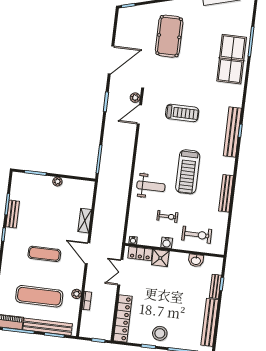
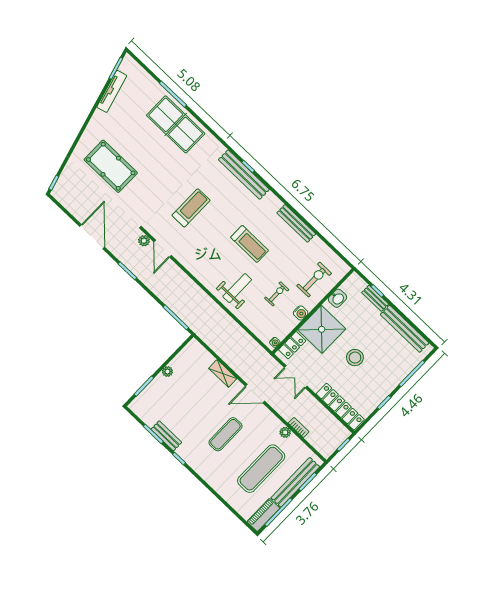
treadmill: (188, 172) -> (250, 244), width x0.73, depth x0.73
shower: (160, 258) -> (322, 329), width x1.86, depth x1.86
stool: (160, 333) -> (355, 358), moved

